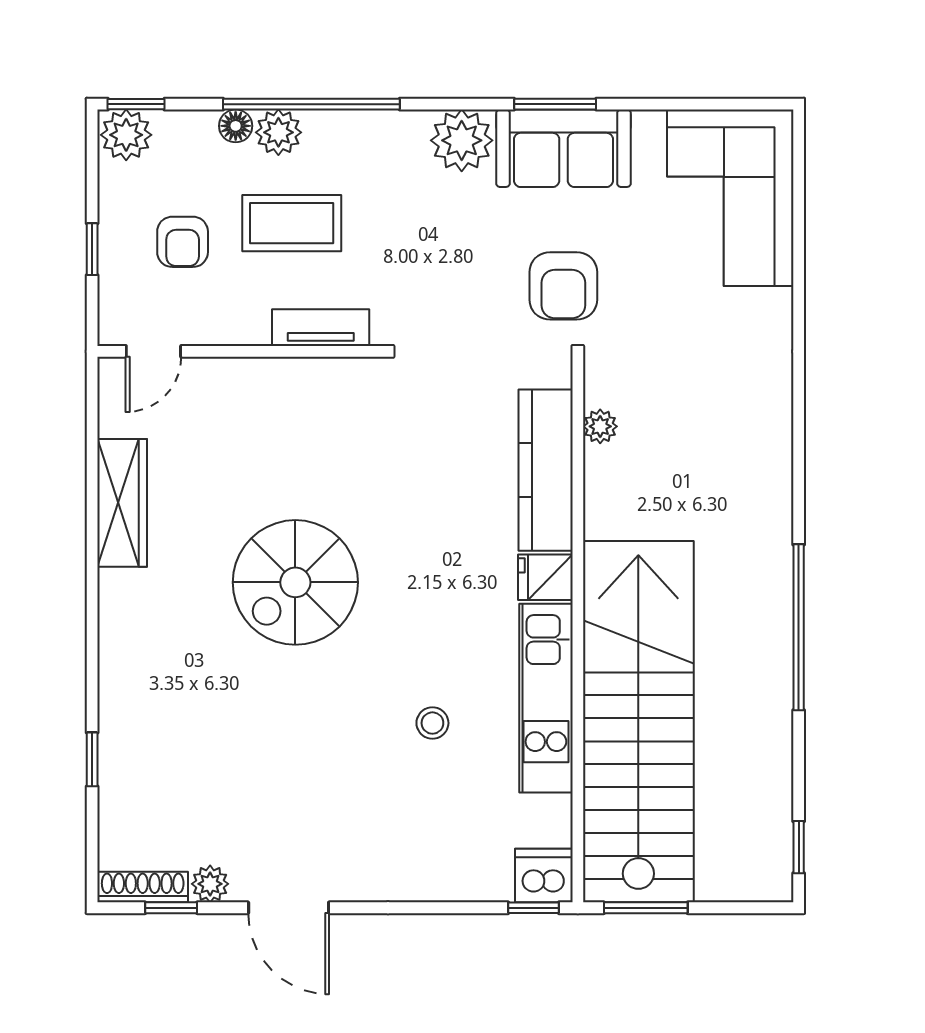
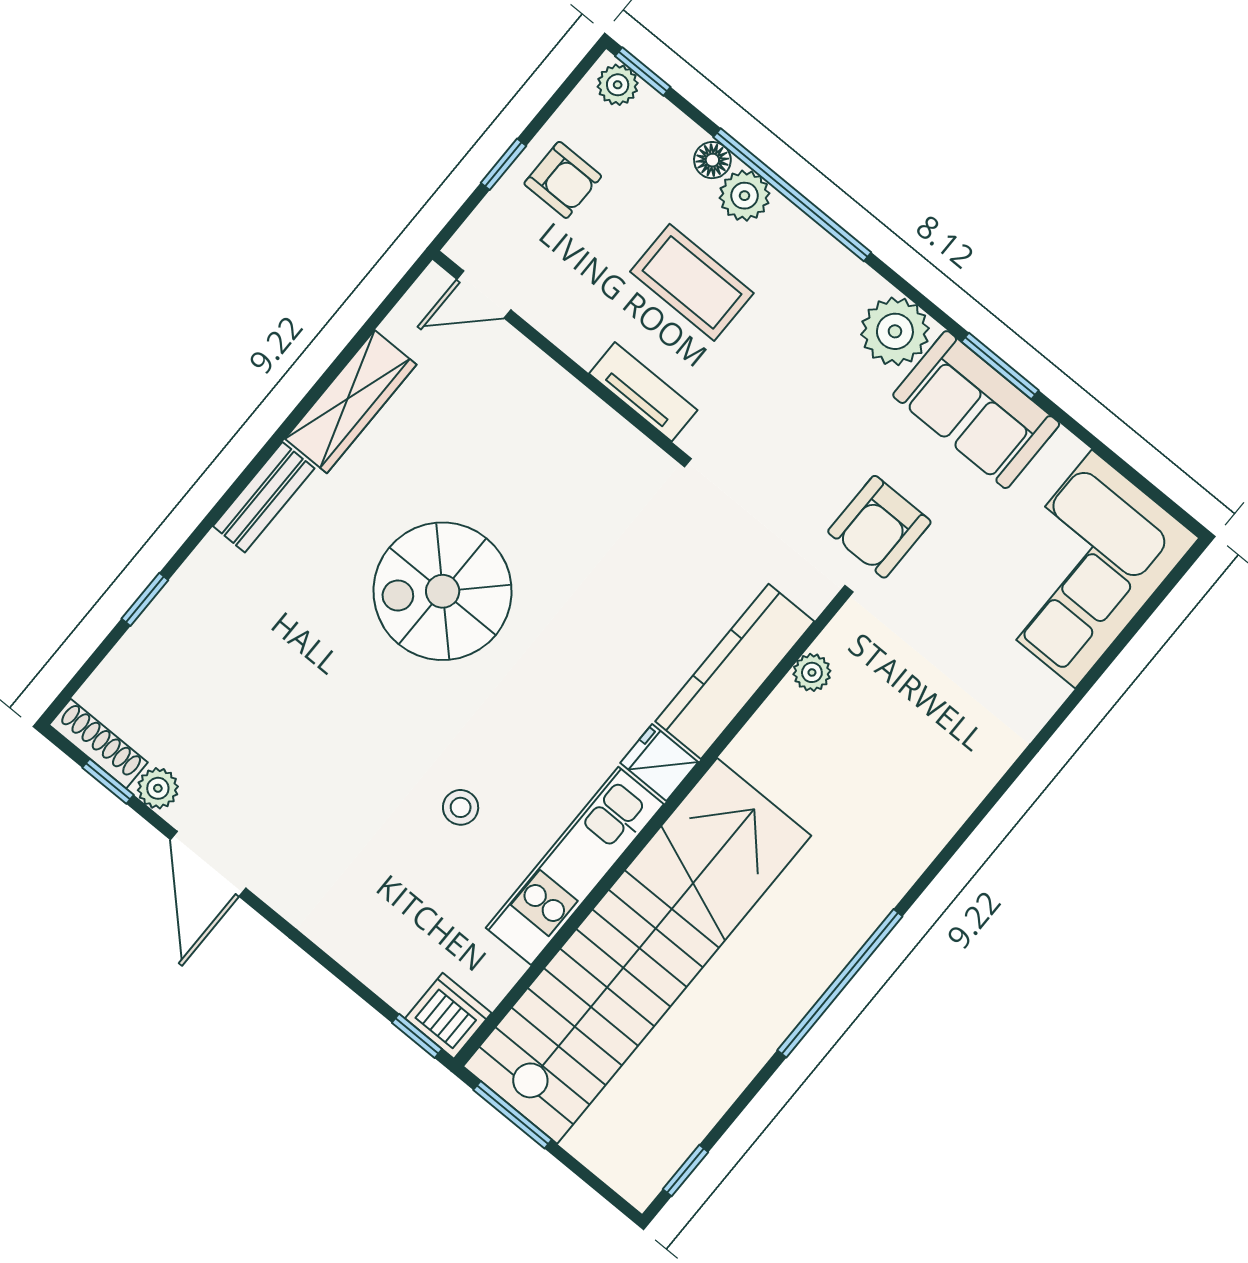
plant: (126, 135) -> (618, 85), width x0.73, depth x0.73
armchair: (183, 242) -> (563, 180), moved, turned -90
bench: (116, 620) -> (264, 497), added

